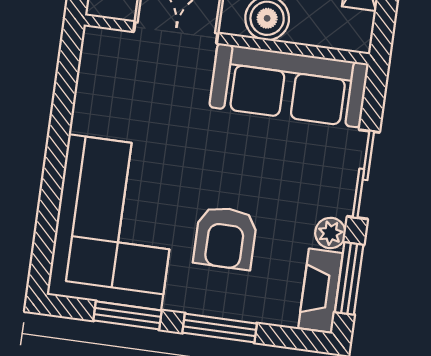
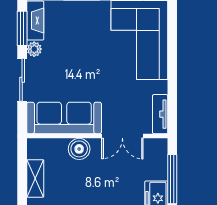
tv unit: (93, 66) -> (160, 114), added
armchair: (225, 238) -> (85, 40), removed

